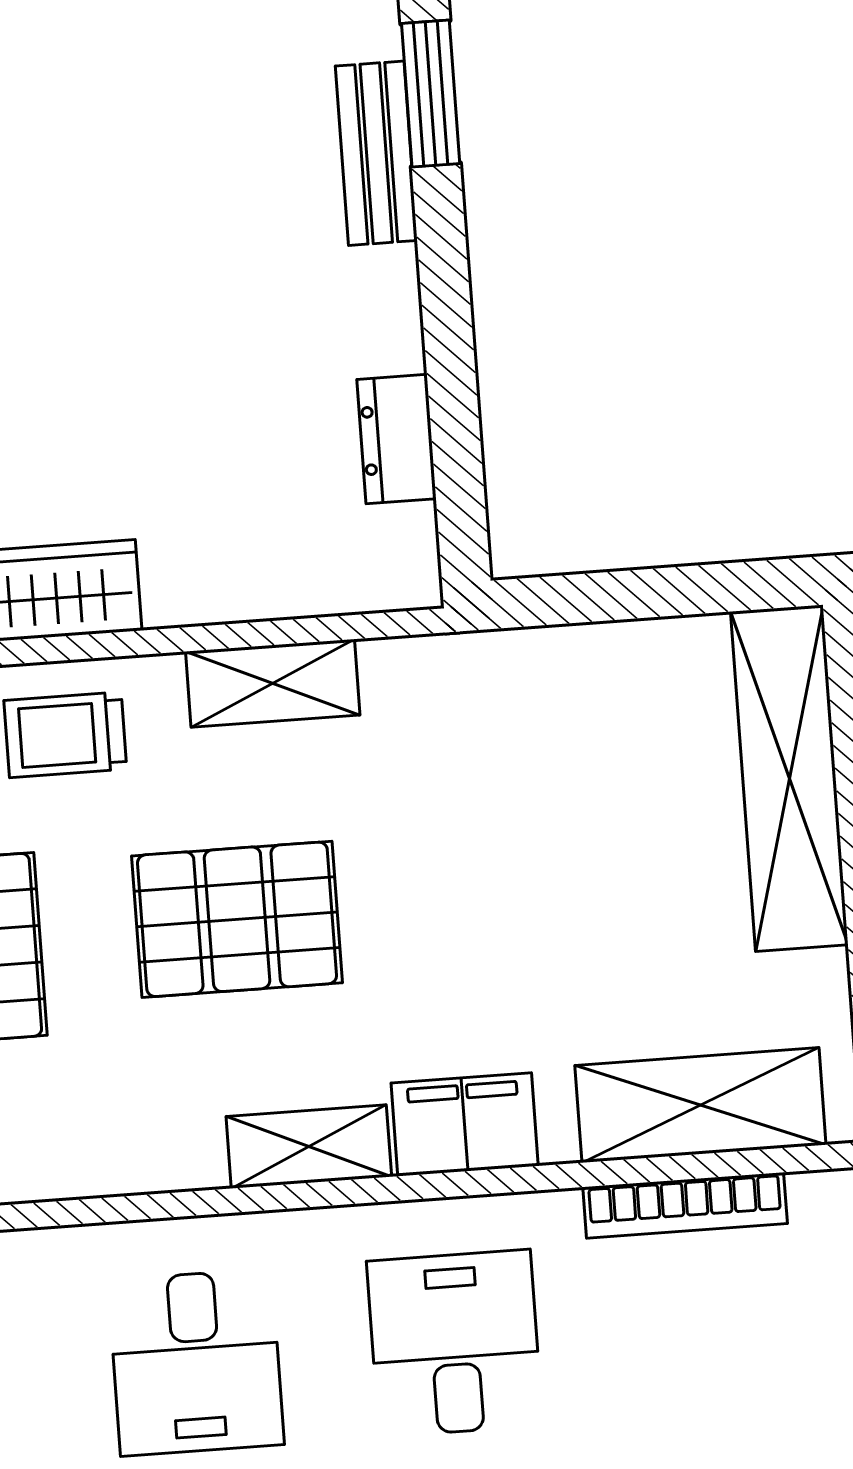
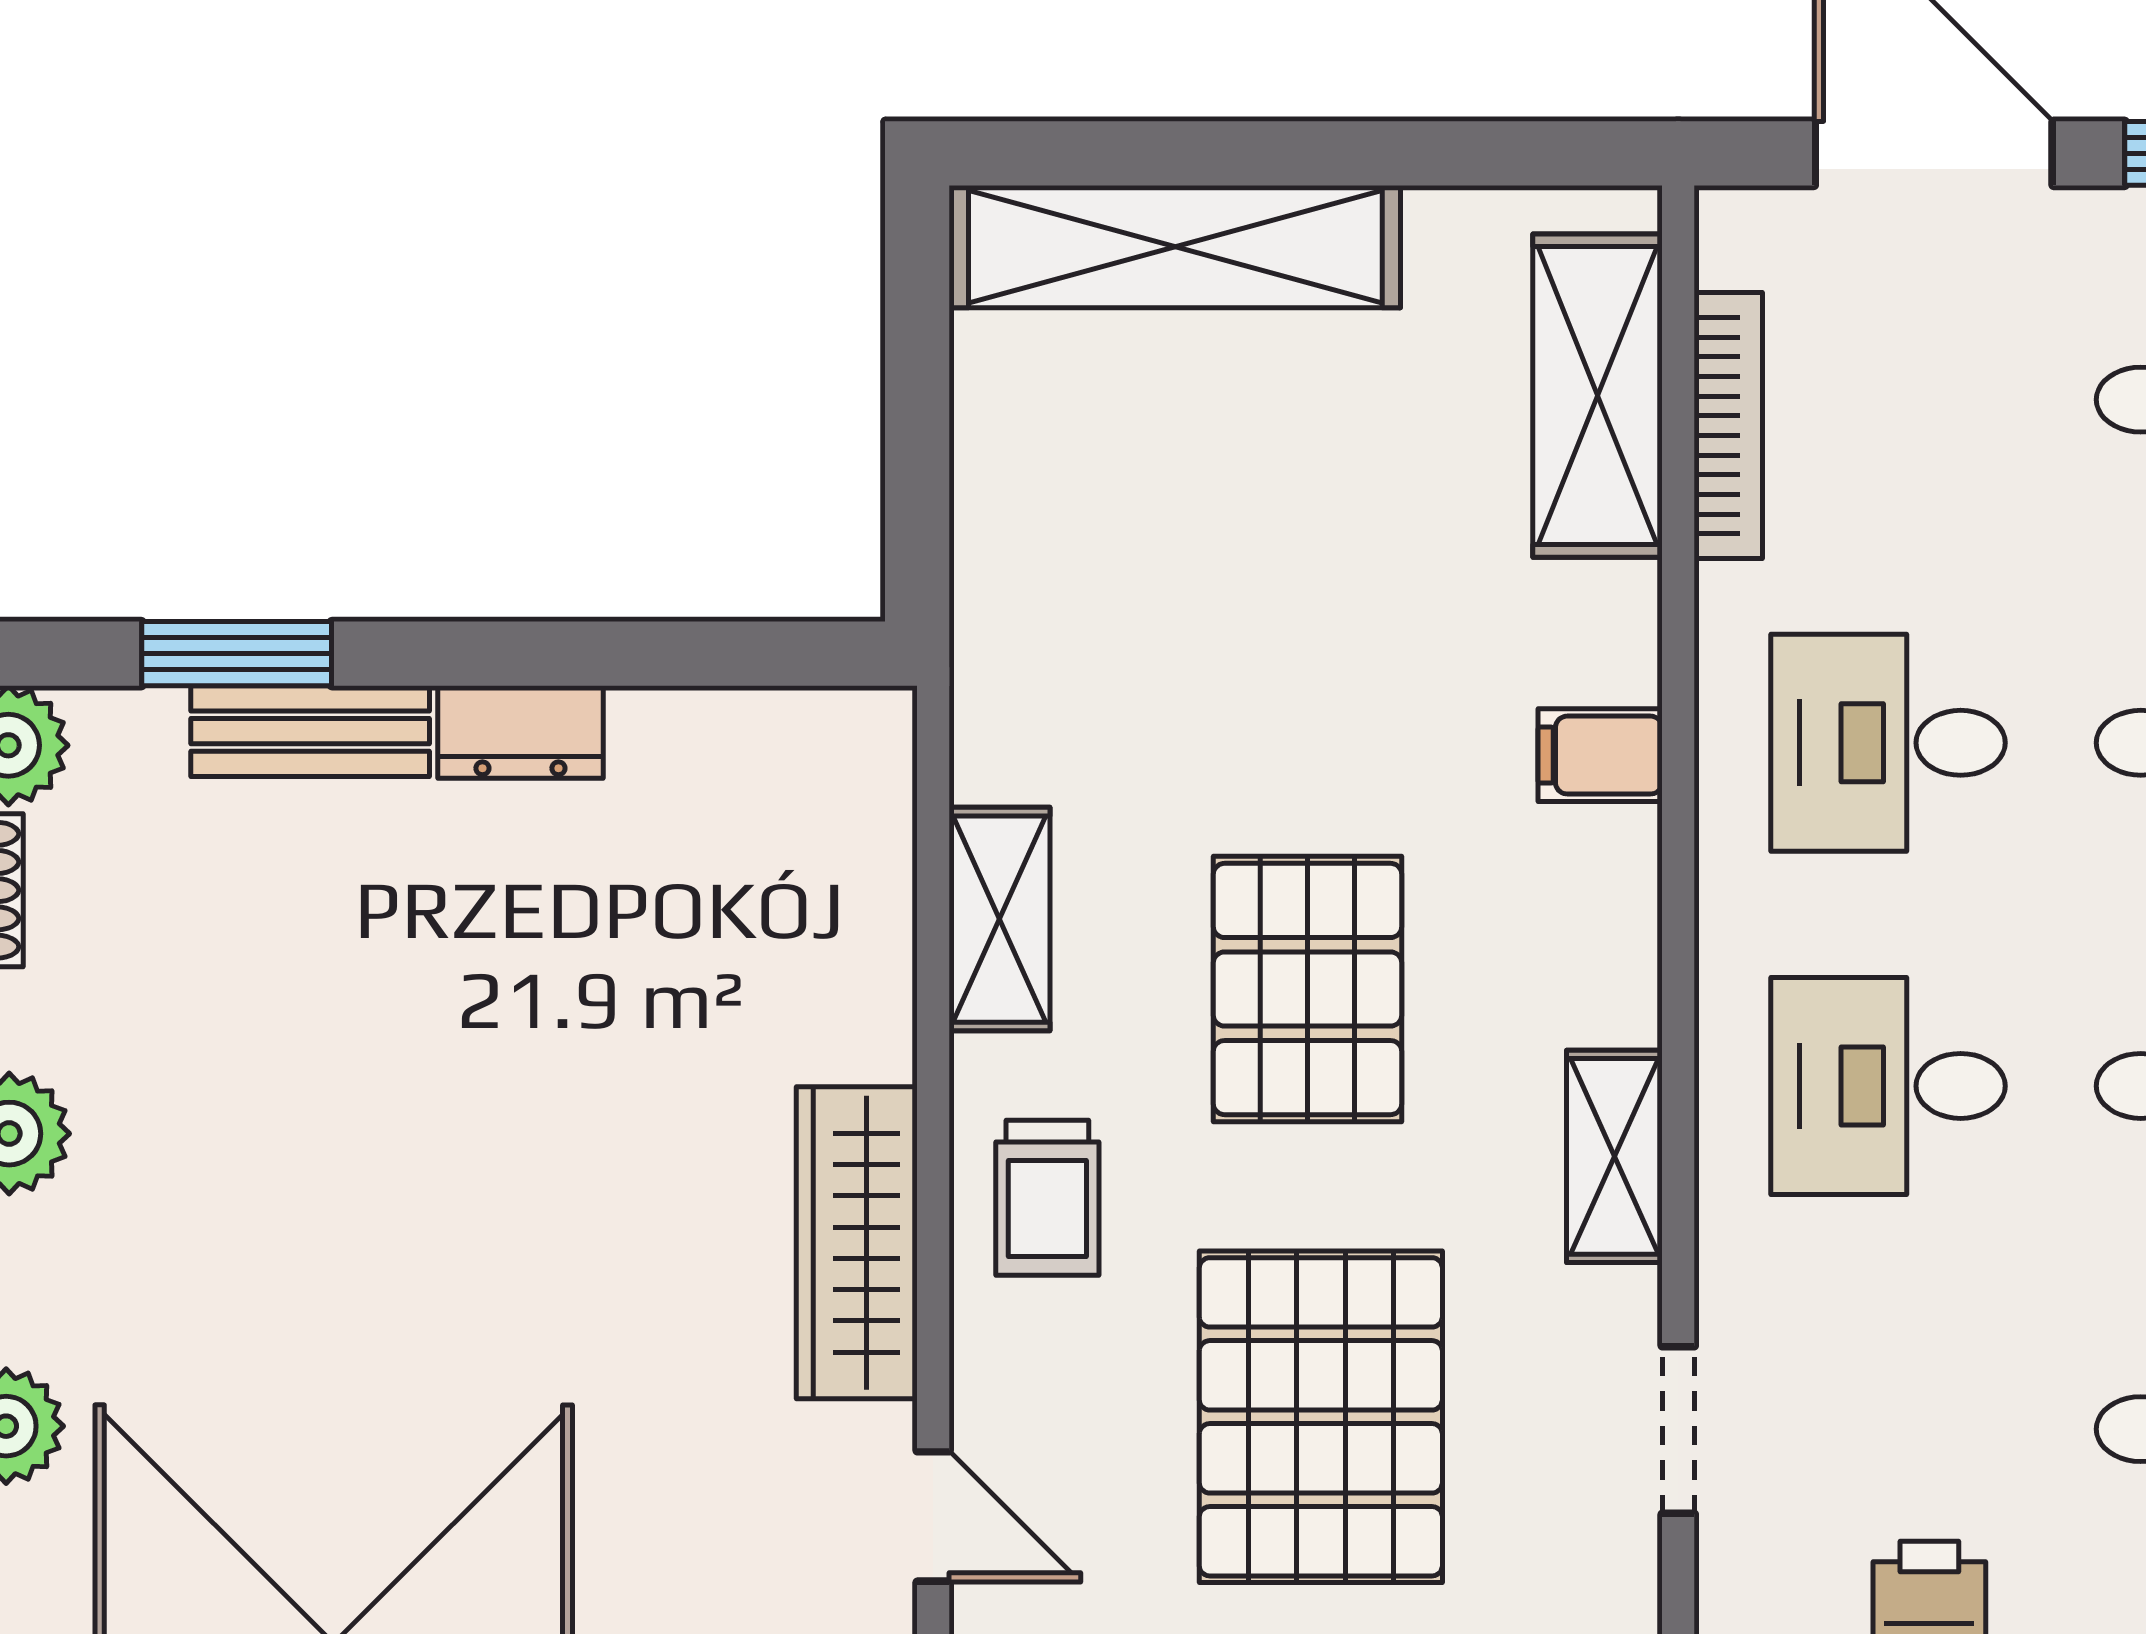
dresser: (397, 439) -> (520, 732), moved
filing cabinet: (465, 1124) -> (1600, 755), width x0.50
shelving: (309, 1147) -> (1614, 1156), moved
desk: (196, 1362) -> (1888, 1086), turned 180

